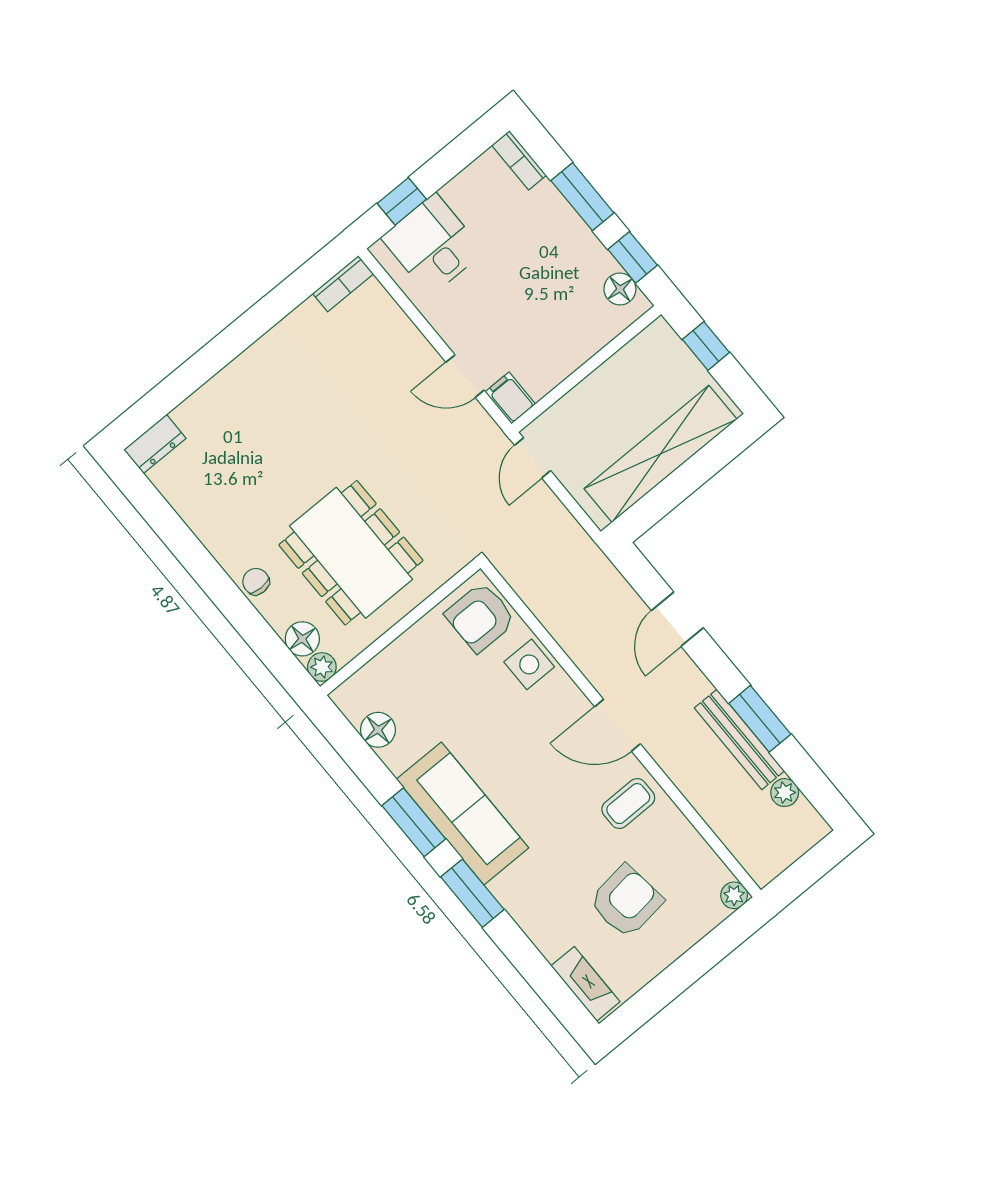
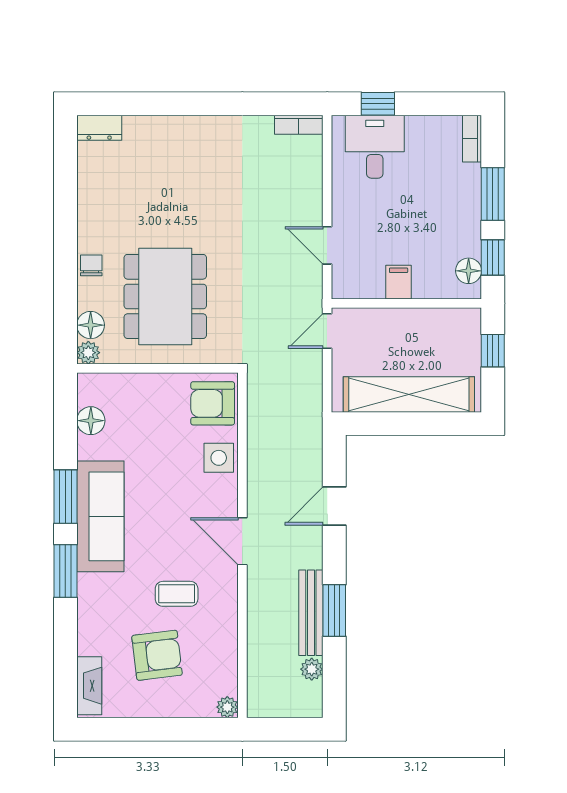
filing cabinet: (510, 398) -> (399, 282), moved
coffee table: (628, 804) -> (177, 594), moved

